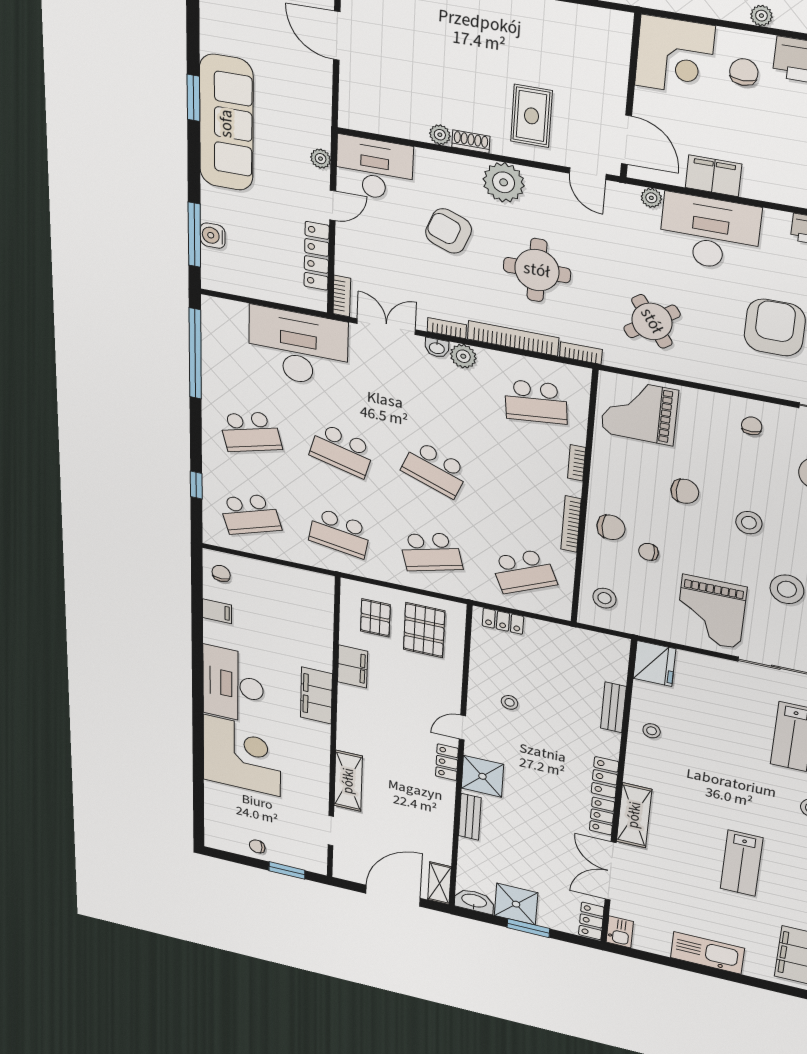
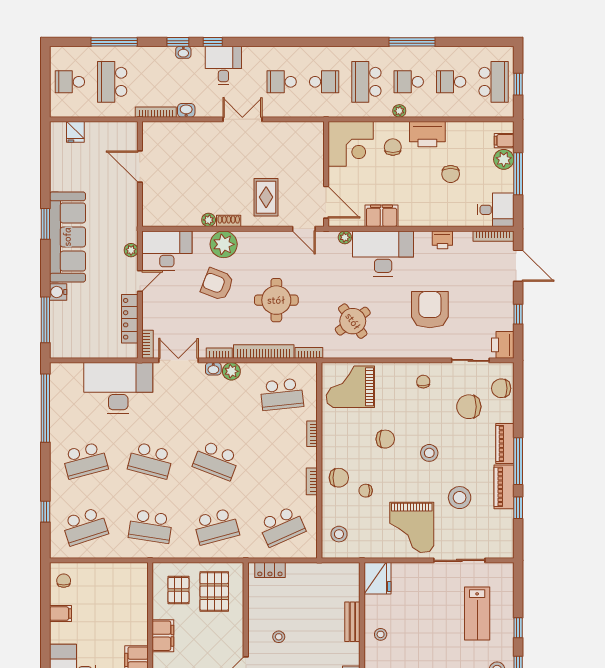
plant: (504, 182) -> (224, 244), moved
water cooler: (213, 236) -> (58, 292), moved
bookcase: (571, 524) -> (312, 481), width x0.64

